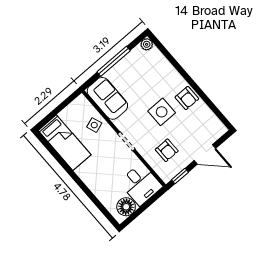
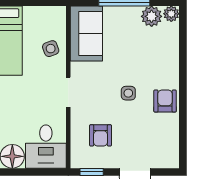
plant: (137, 56) -> (152, 16), added
armchair: (187, 98) -> (165, 101), turned 180
side table: (162, 112) -> (128, 93), width x0.54, depth x0.54

